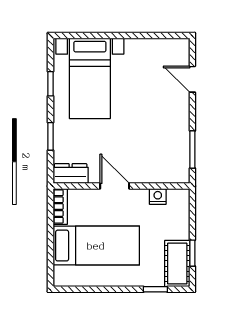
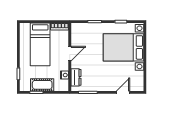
bed with nightstands: (90, 78) -> (123, 47), width x1.36
dresser: (71, 174) -> (76, 77), moved
cot: (177, 264) -> (42, 85), moved

